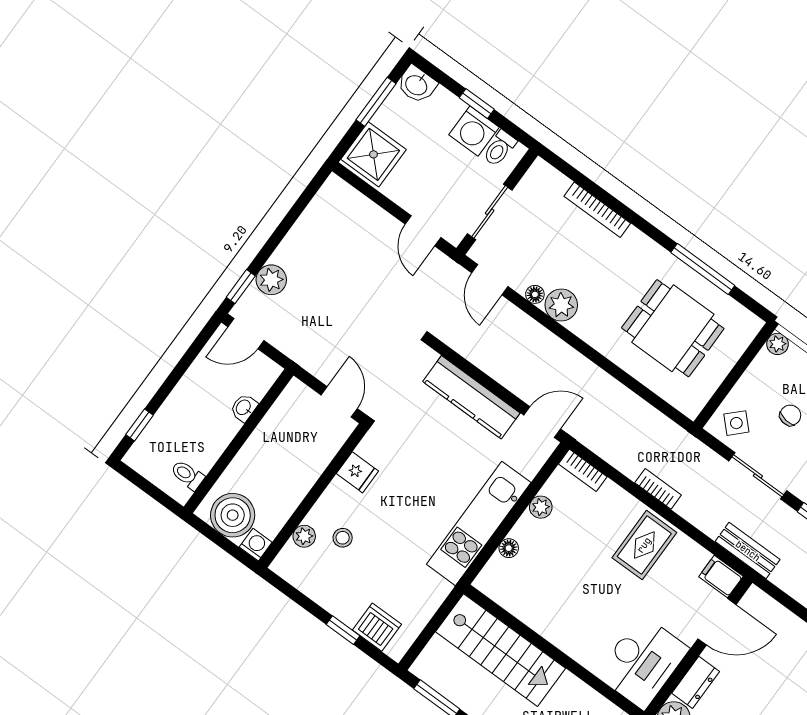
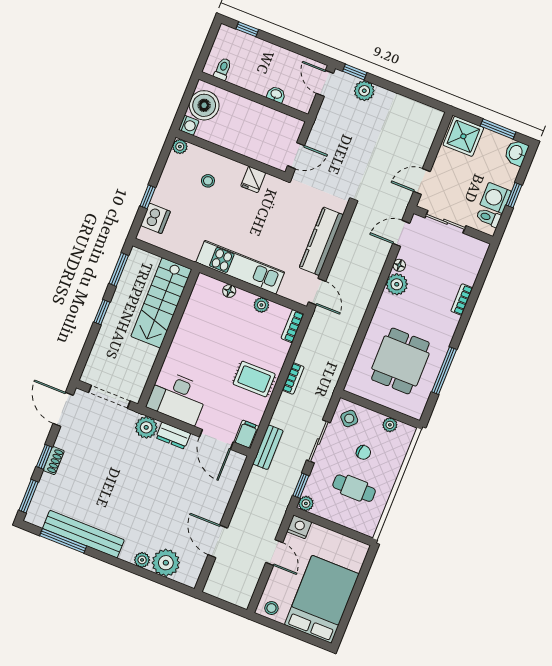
bookcase: (597, 210) -> (462, 300), width x0.64
plant: (777, 344) -> (390, 425), moved
plant: (304, 536) -> (180, 147), moved

